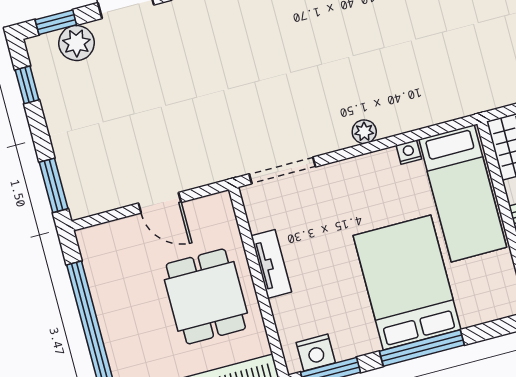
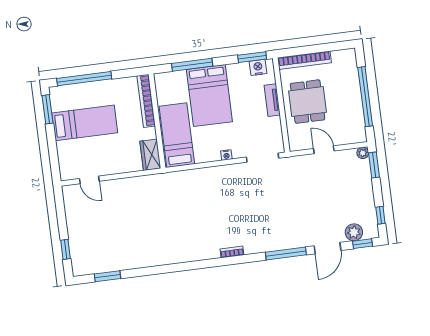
plant: (364, 132) -> (363, 153), moved
nightstand: (409, 152) -> (226, 155), moved
tv unit: (271, 264) -> (272, 100), moved
window: (422, 348) -> (192, 65), moved

